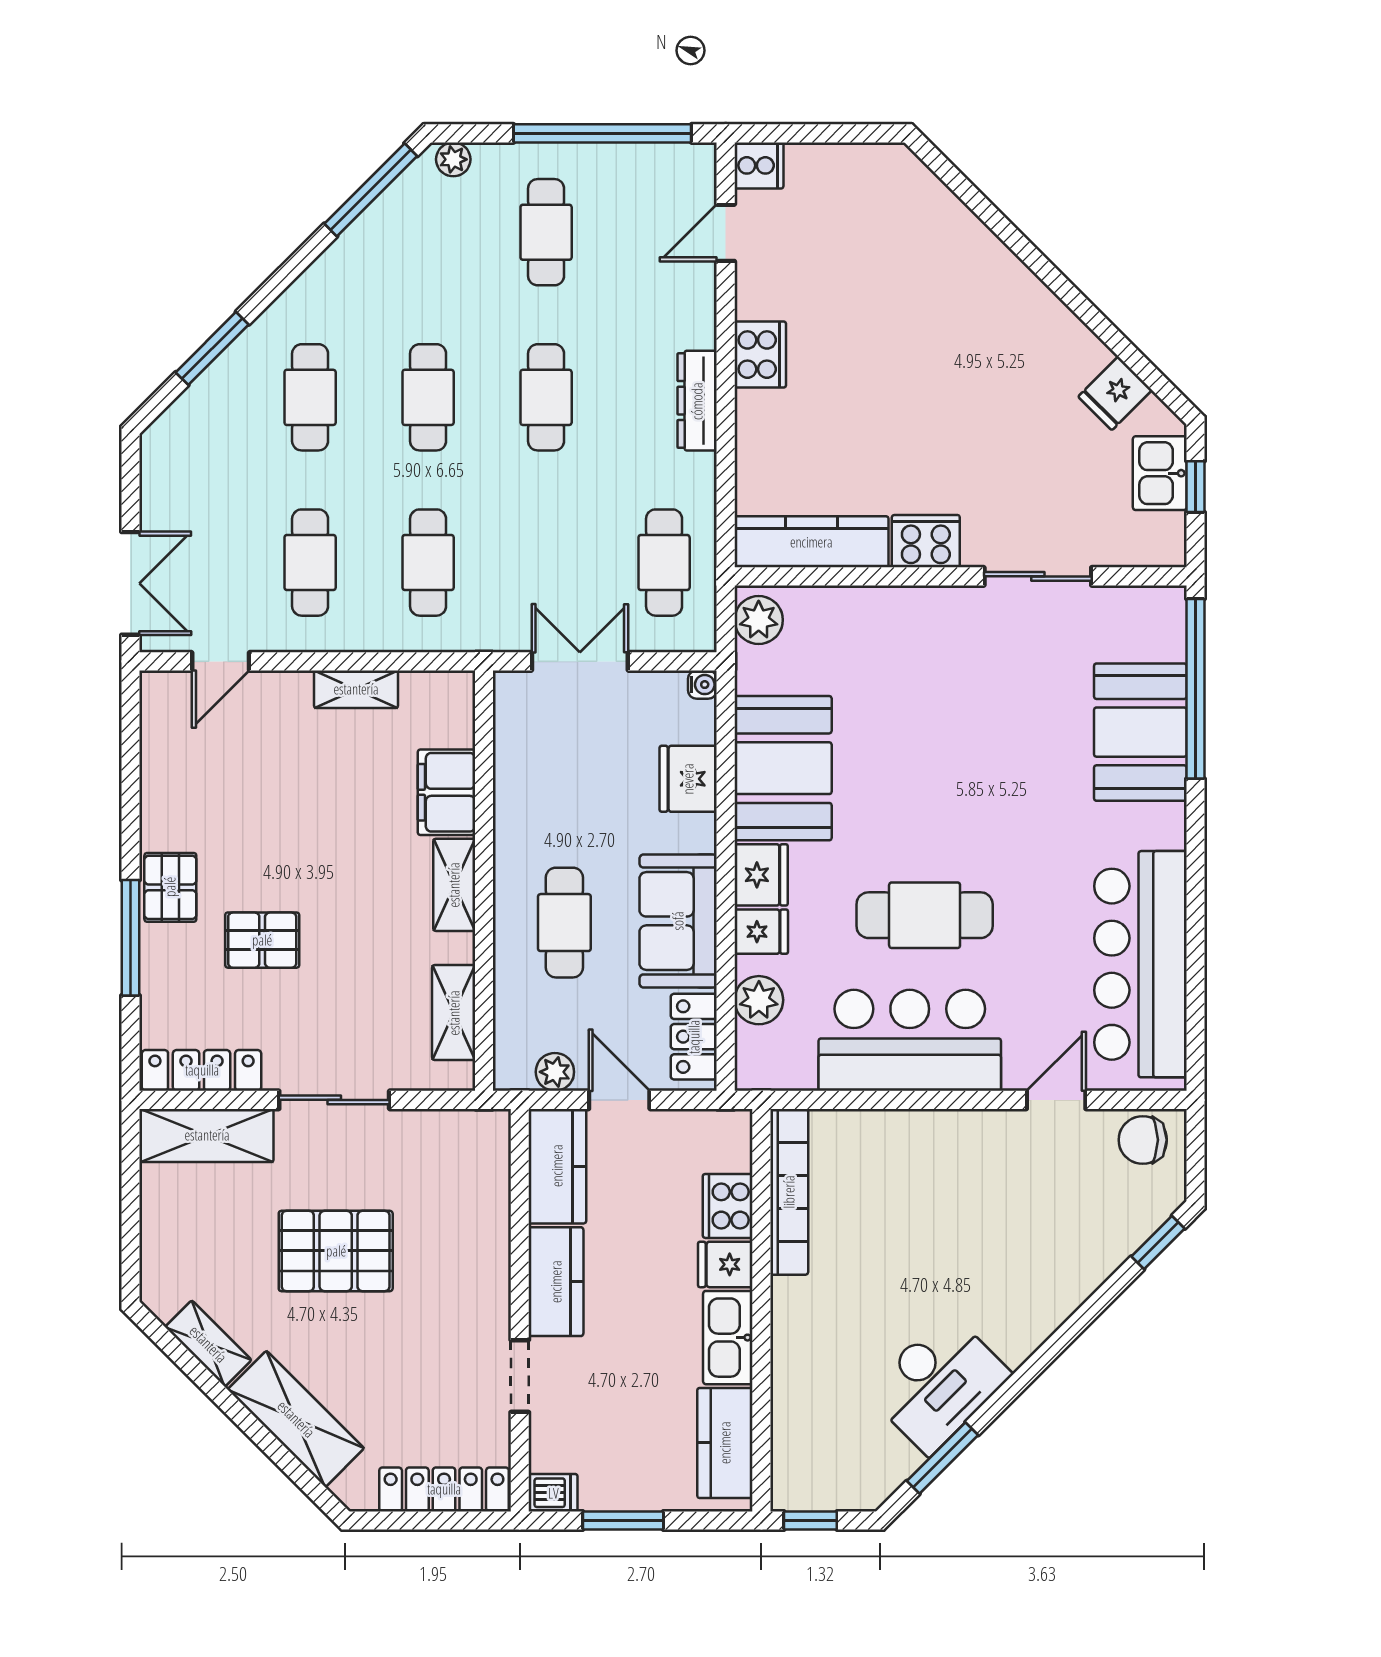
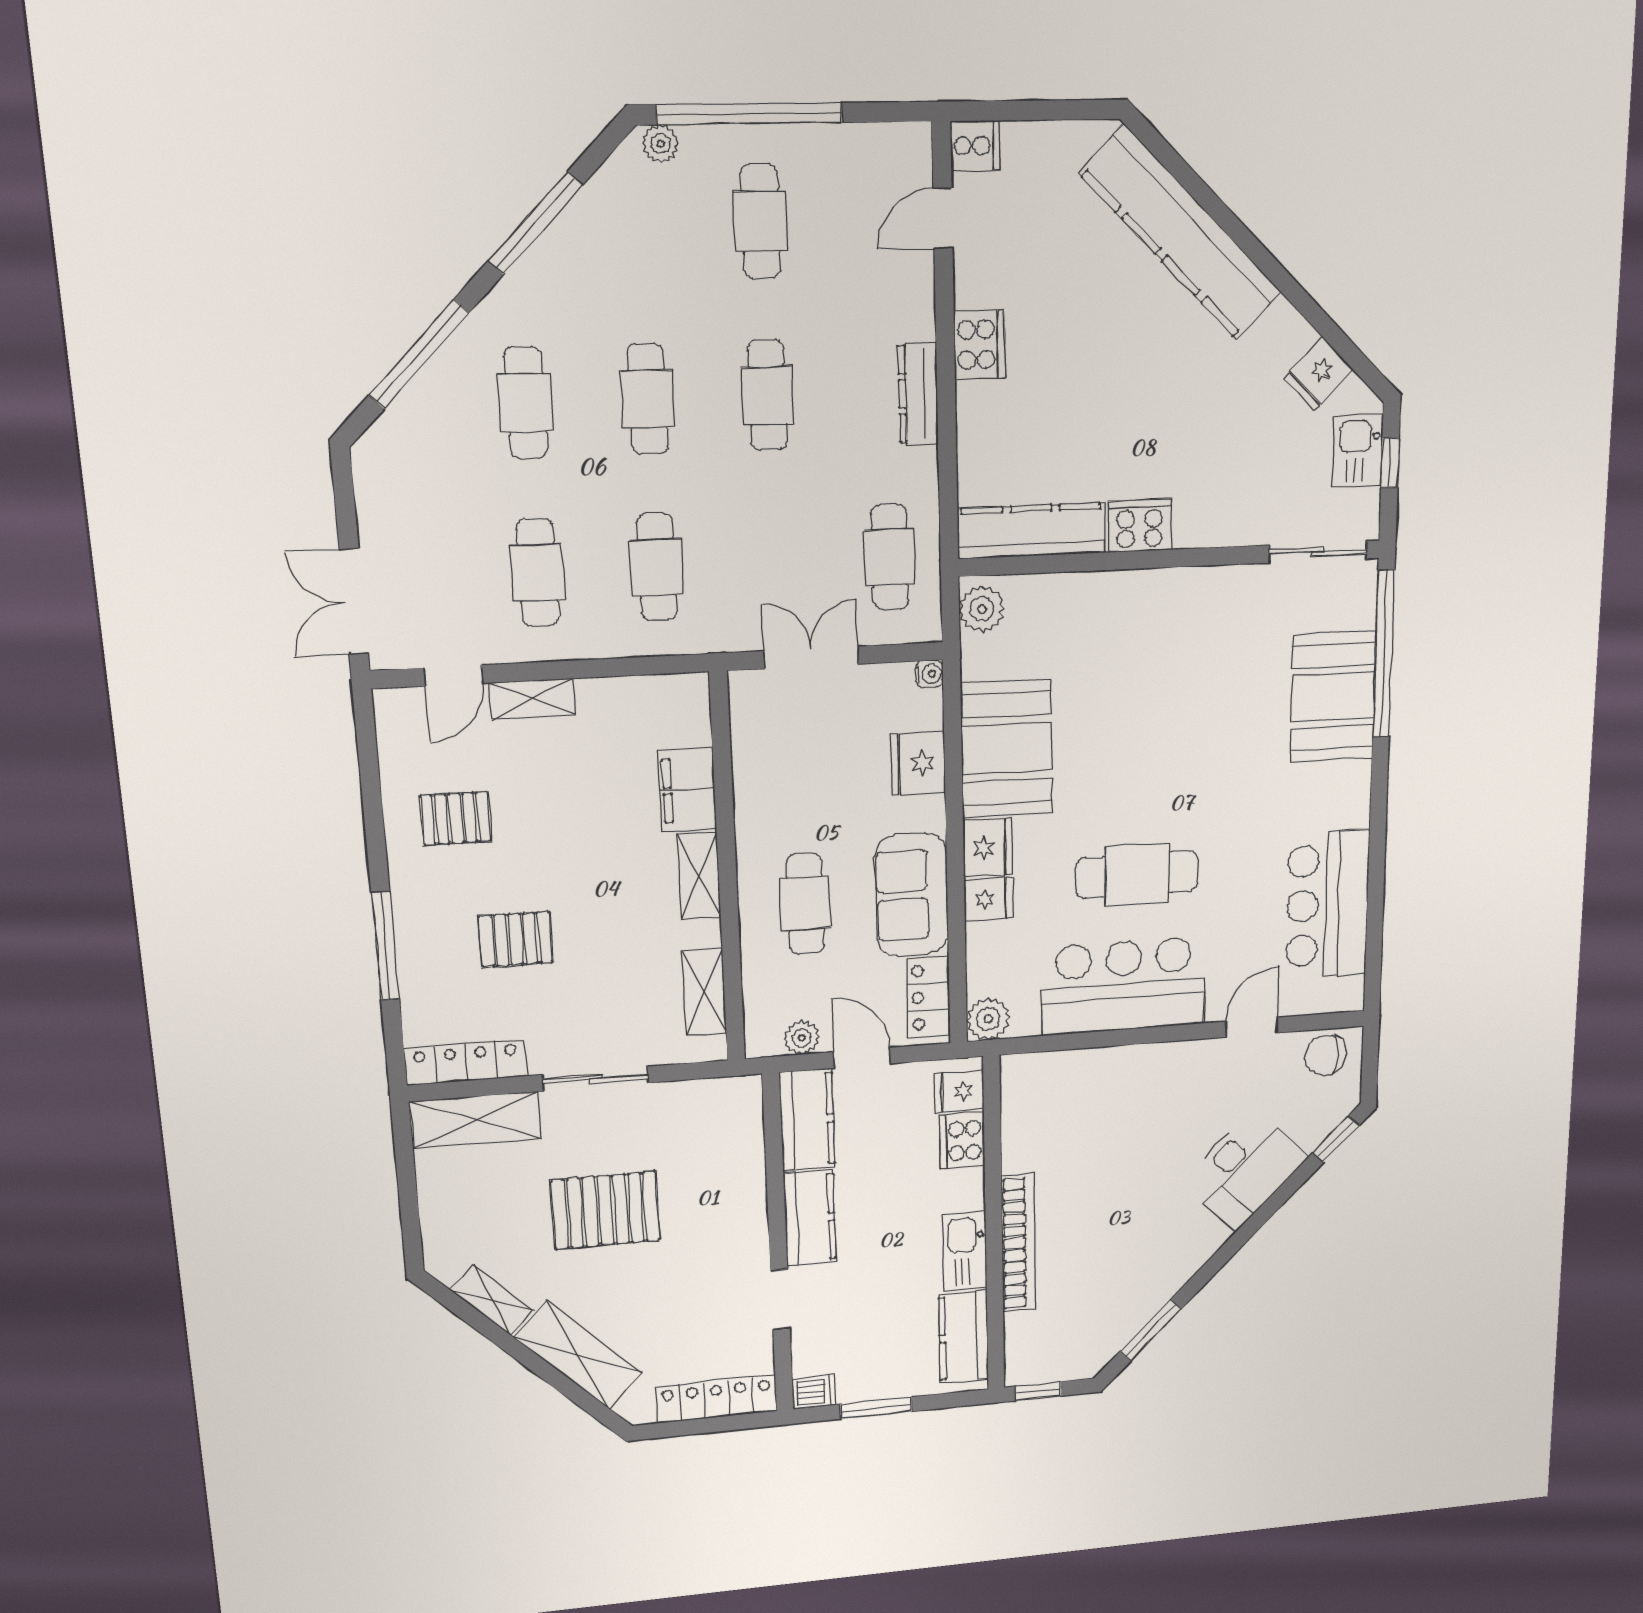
window: (602, 133) -> (749, 114), moved
window: (371, 190) -> (535, 223), moved
kitchen counter: (968, 252) -> (1181, 233), added
window: (212, 348) -> (419, 354), width x1.44
sliding door: (1038, 576) -> (1318, 552), moved
double door: (130, 583) -> (354, 602), swing flipped
shelving: (356, 689) -> (532, 699), moved
pallet: (170, 887) -> (456, 818), moved, turned 90
bar counter: (1140, 964) -> (1328, 905), width x0.73
plant: (759, 1000) -> (988, 1019), moved
bookcase: (789, 1192) -> (1018, 1243), moved
fridge: (725, 1264) -> (959, 1091), moved
desk: (938, 1383) -> (1245, 1170), moved

